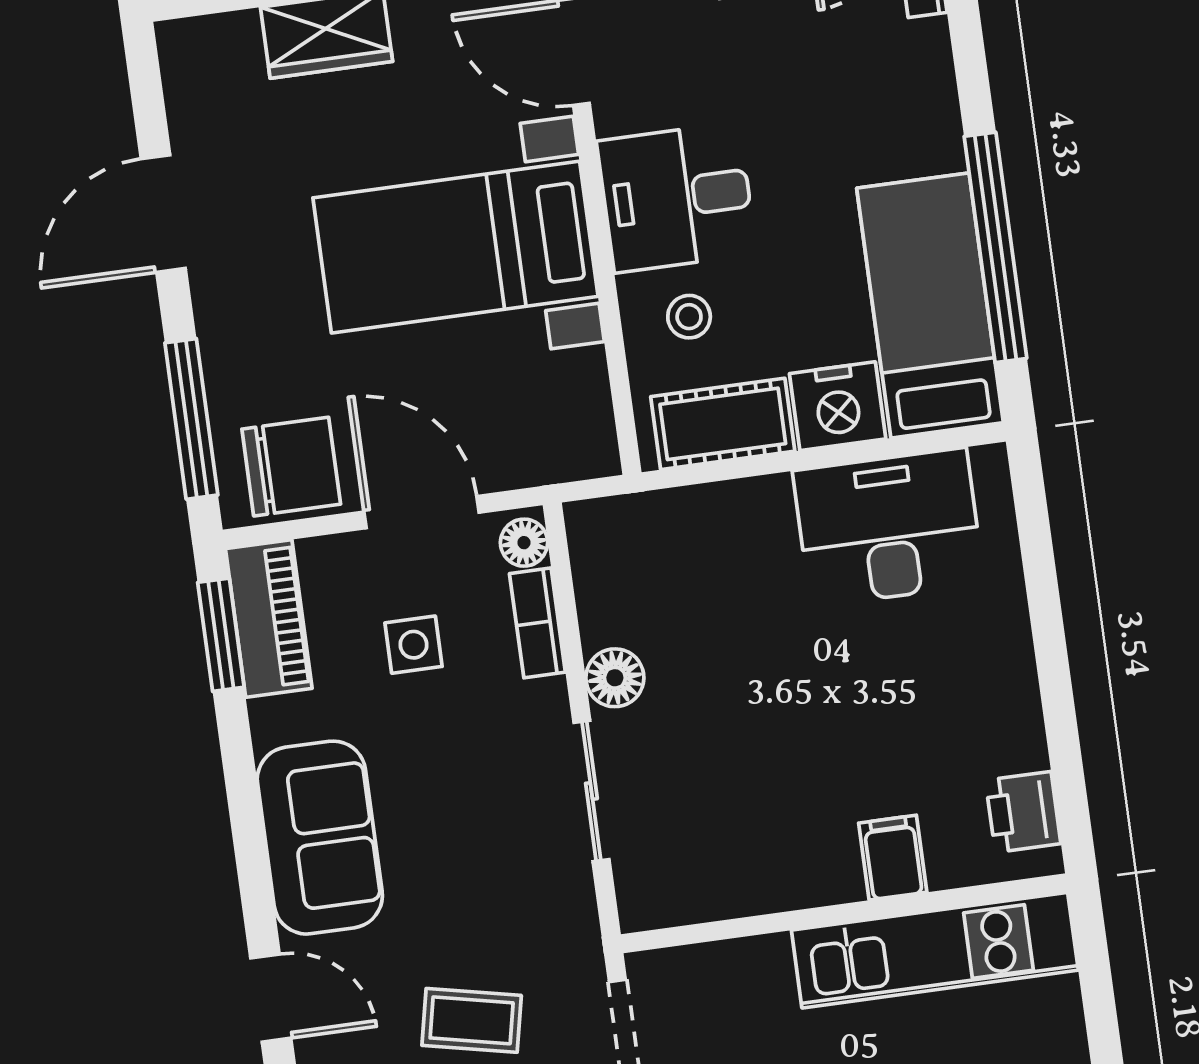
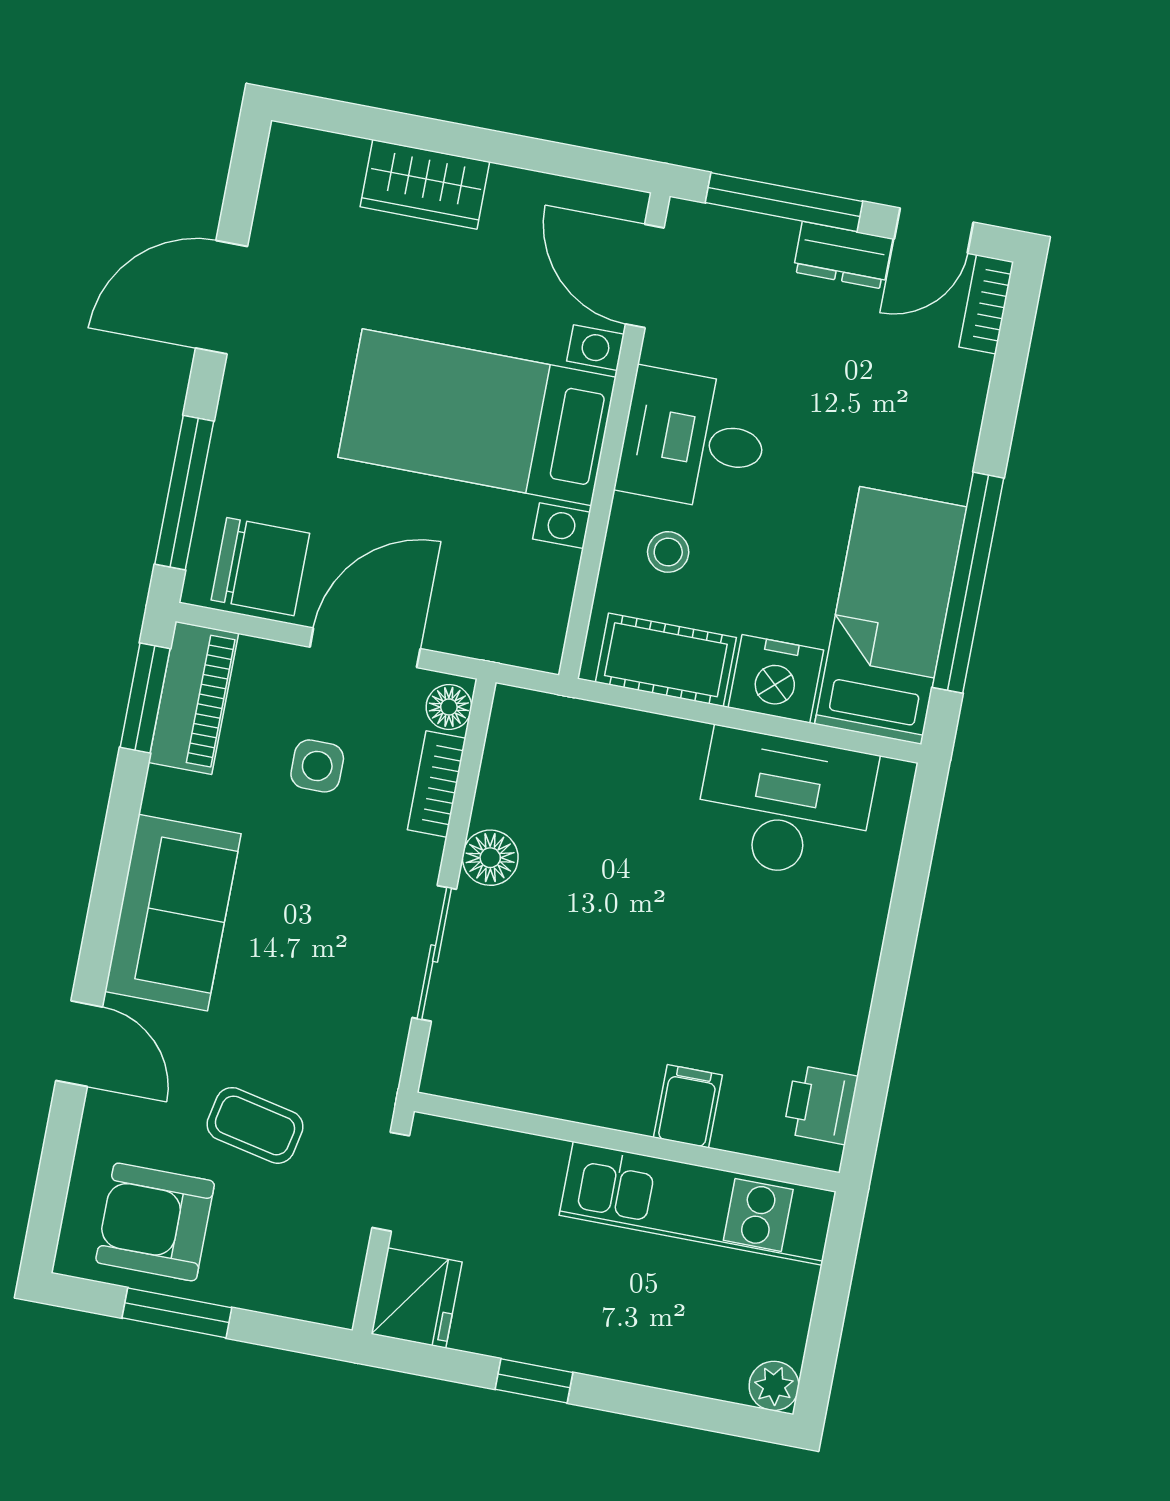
door: (421, 512) -> (365, 648), hinge flipped

